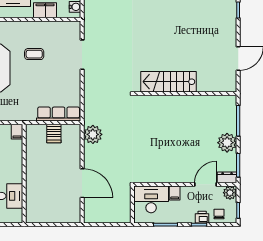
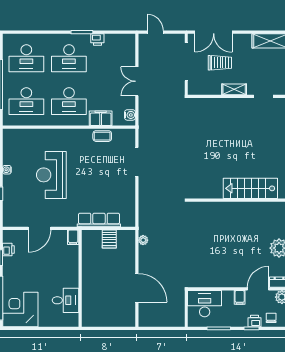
coffee table: (34, 54) -> (102, 136), moved
stairs: (168, 82) -> (250, 188), moved
row of seats: (59, 114) -> (99, 220), moved
plant: (93, 134) -> (143, 240), width x0.53, depth x0.53
filing cabinet: (175, 193) -> (240, 297), moved

